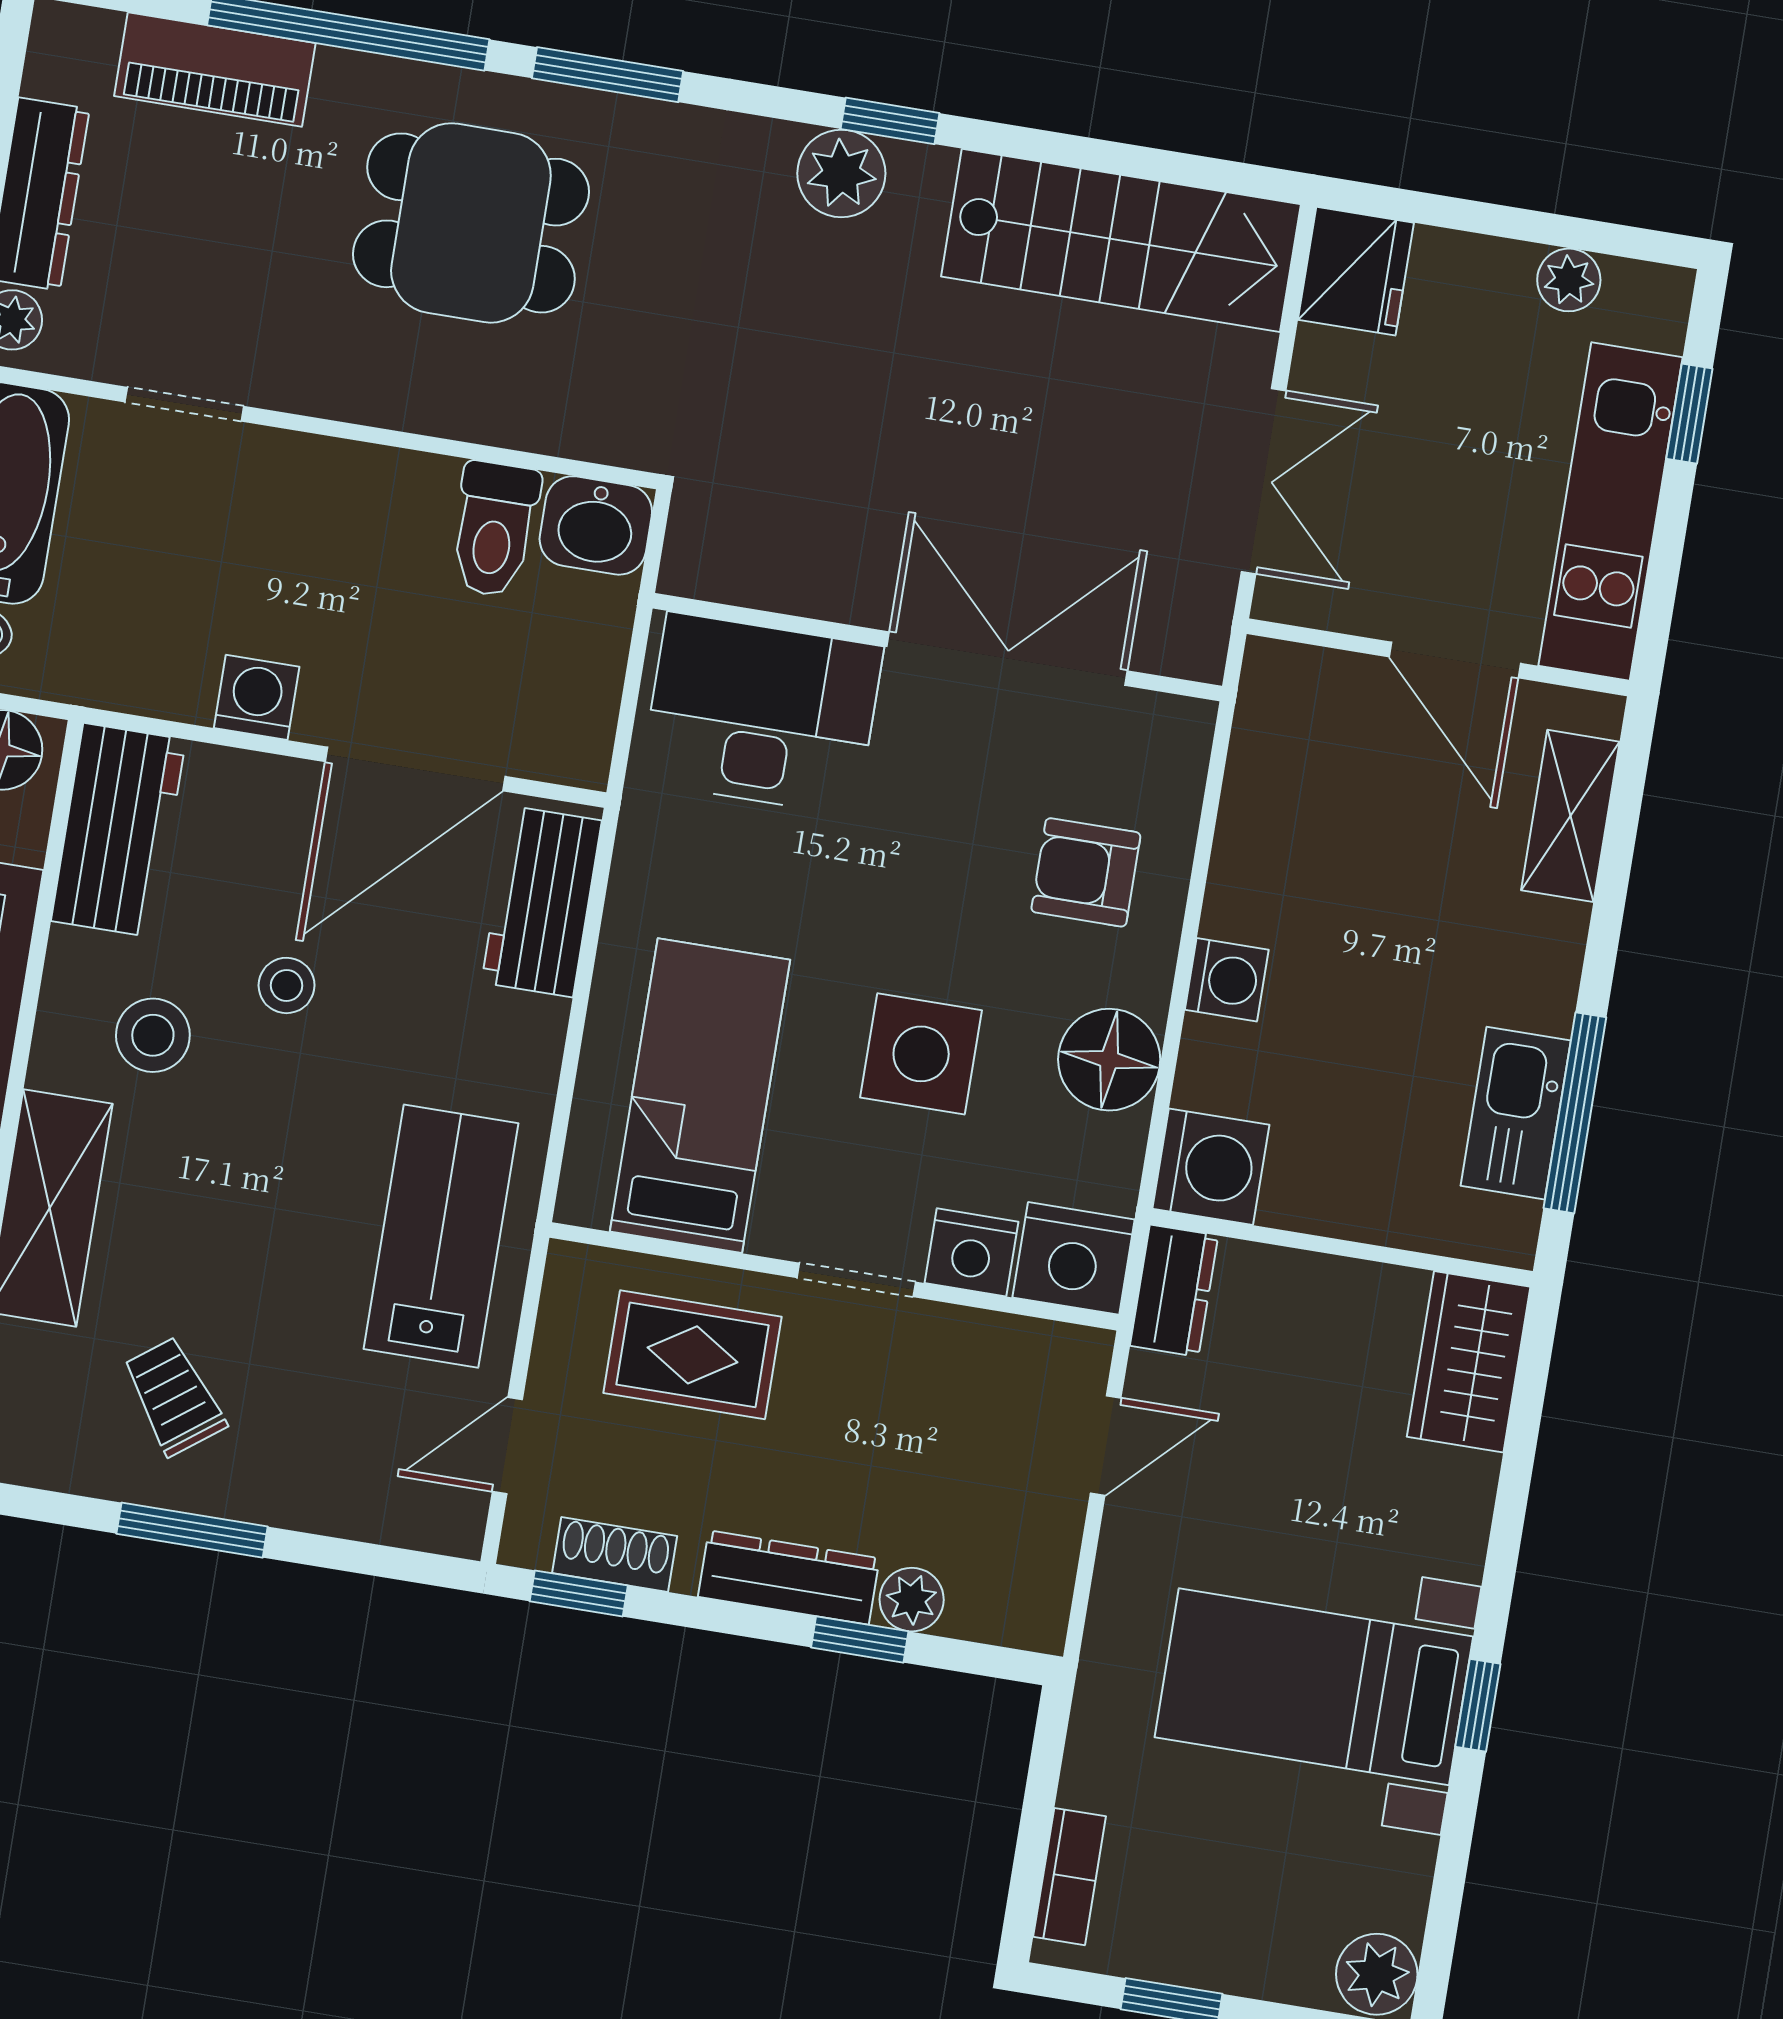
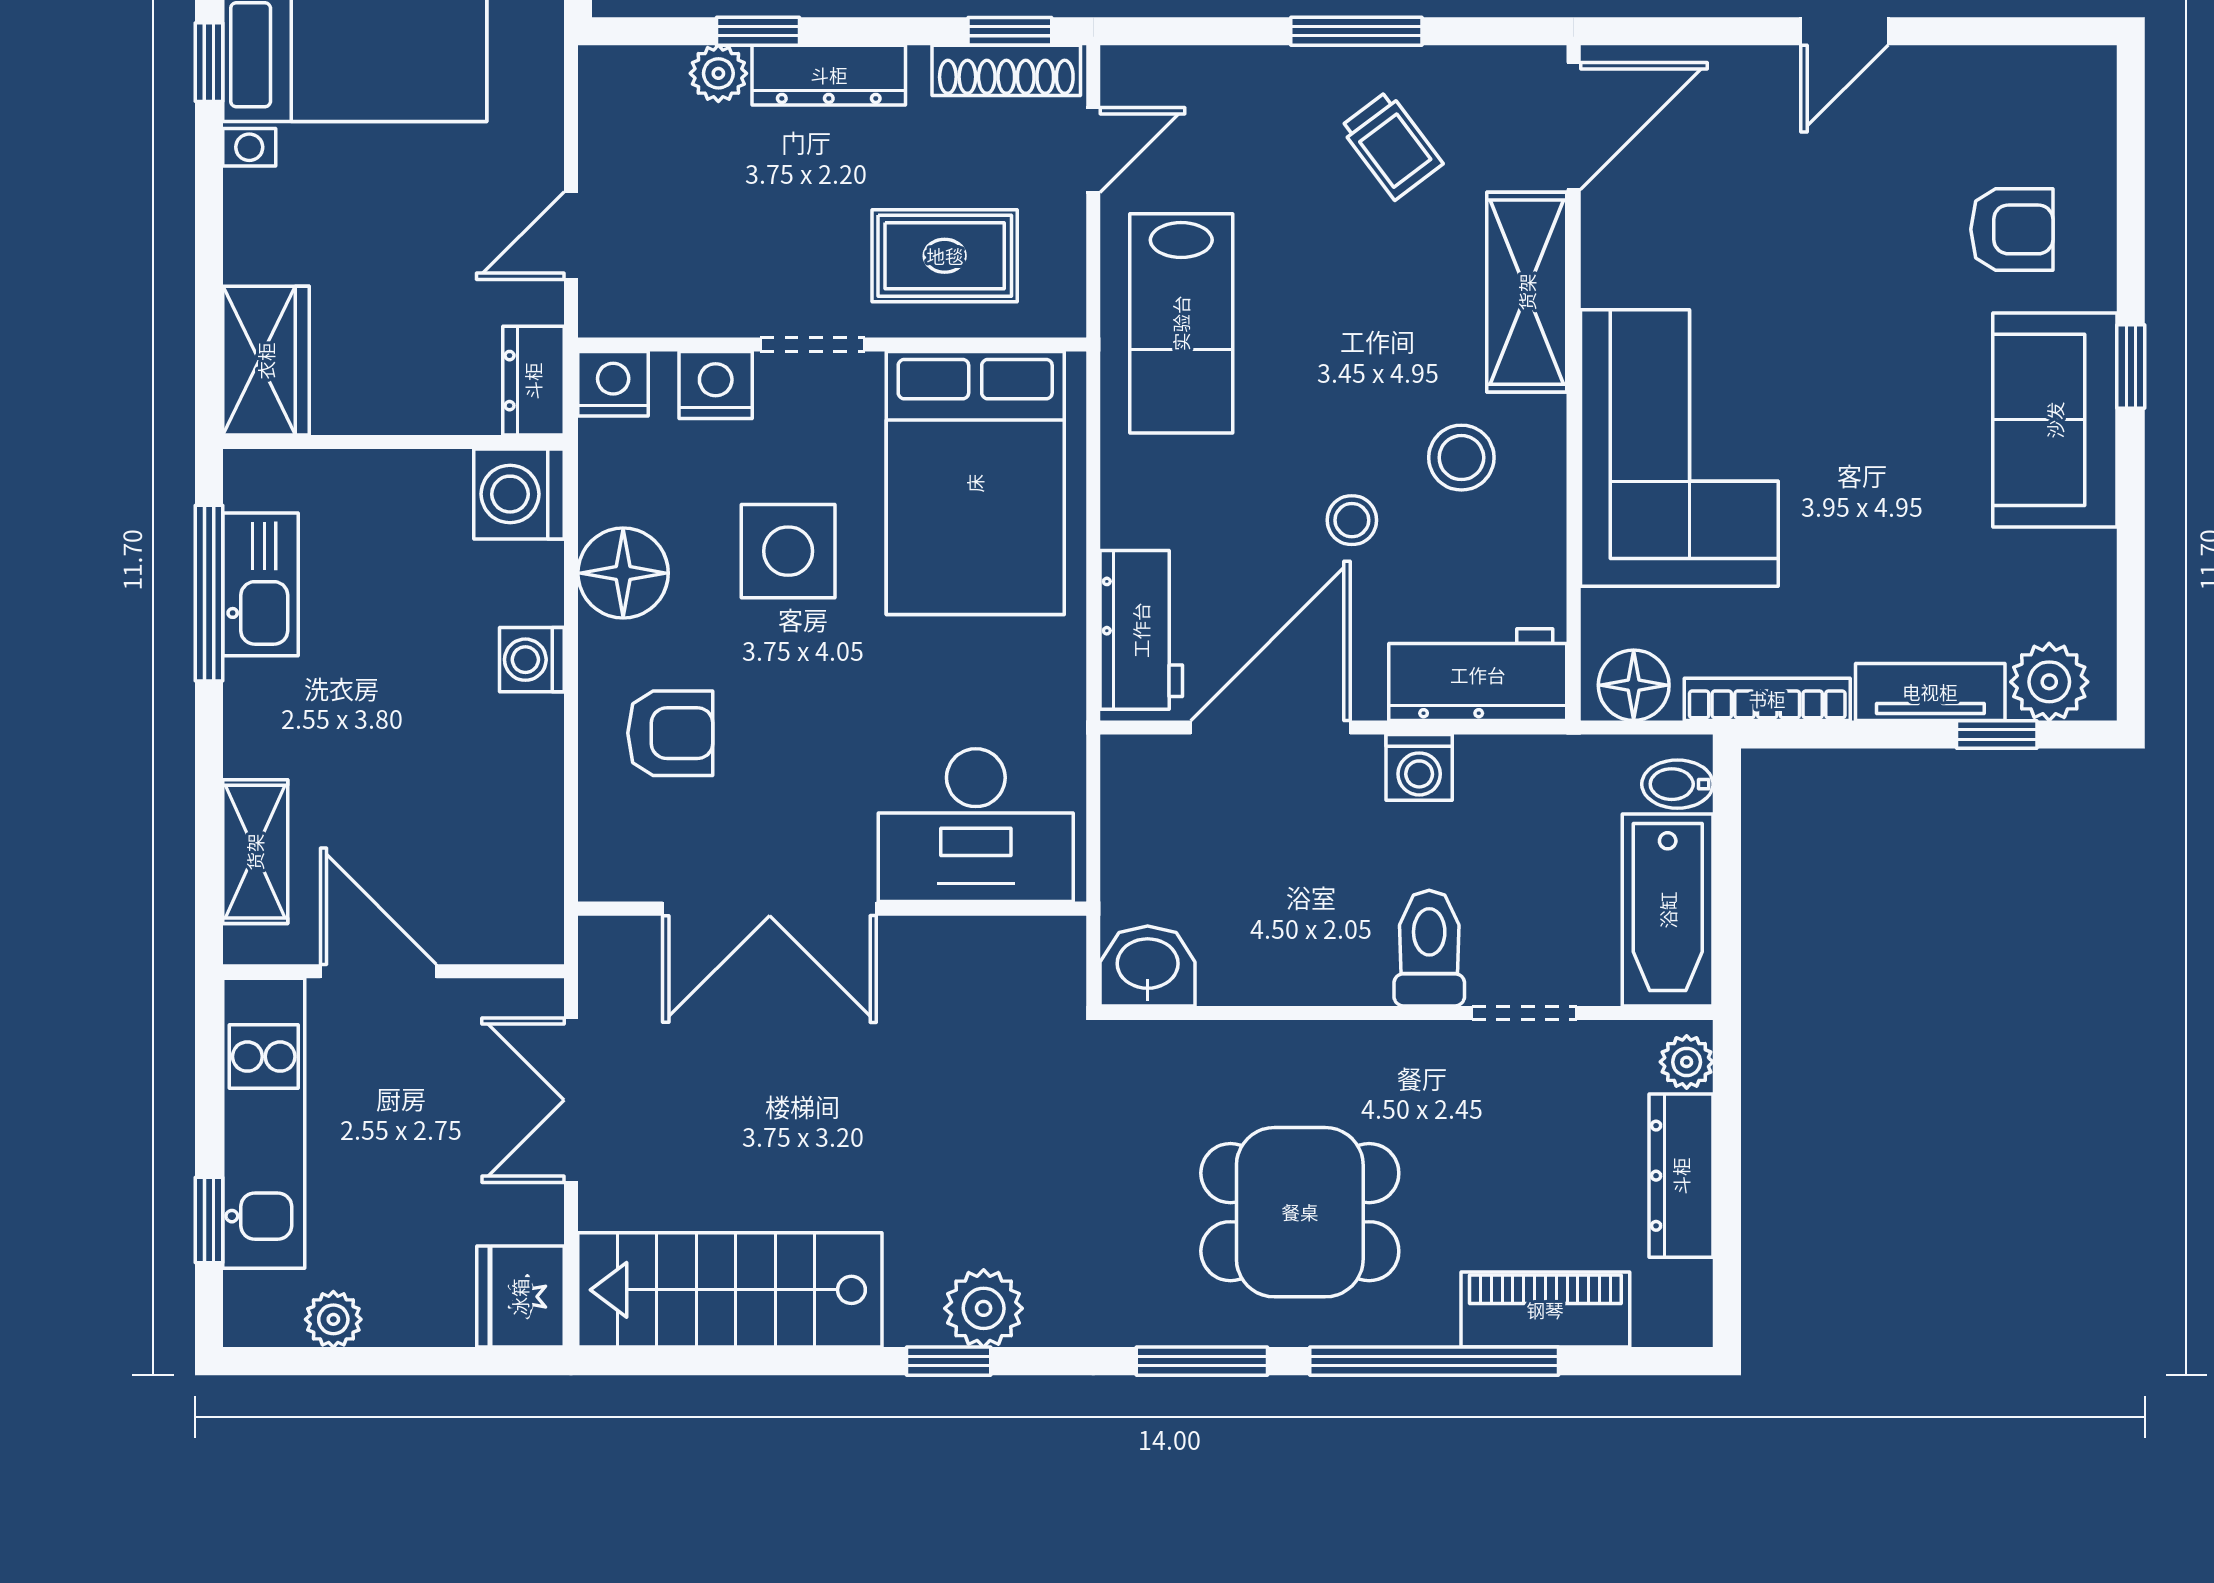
toilet: (494, 529) -> (1429, 948), moved
workbench: (118, 830) -> (1478, 675), moved, turned 90
bed: (700, 1096) -> (975, 483), width x1.50
nightstand: (1074, 1258) -> (613, 384), width x0.74, depth x0.75
shoe rack: (615, 1554) -> (1006, 70), width x1.43

